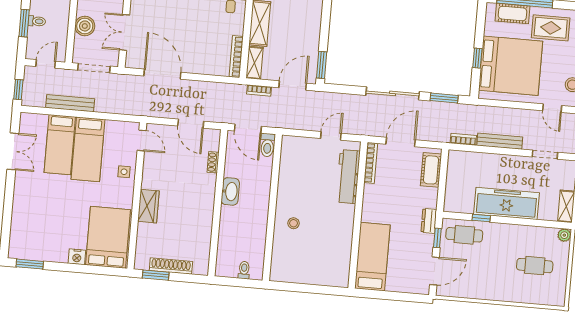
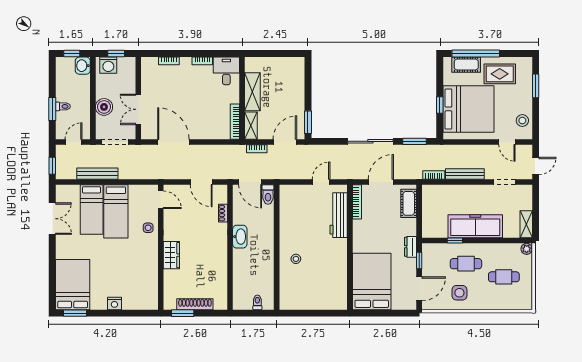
cafe table: (464, 235) -> (466, 264), moved
bed: (108, 237) -> (73, 285), moved
bed: (372, 257) -> (372, 281), width x1.50
side table: (481, 280) -> (459, 293), added

